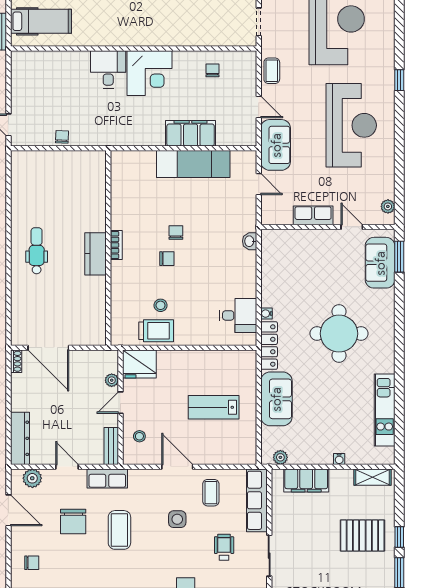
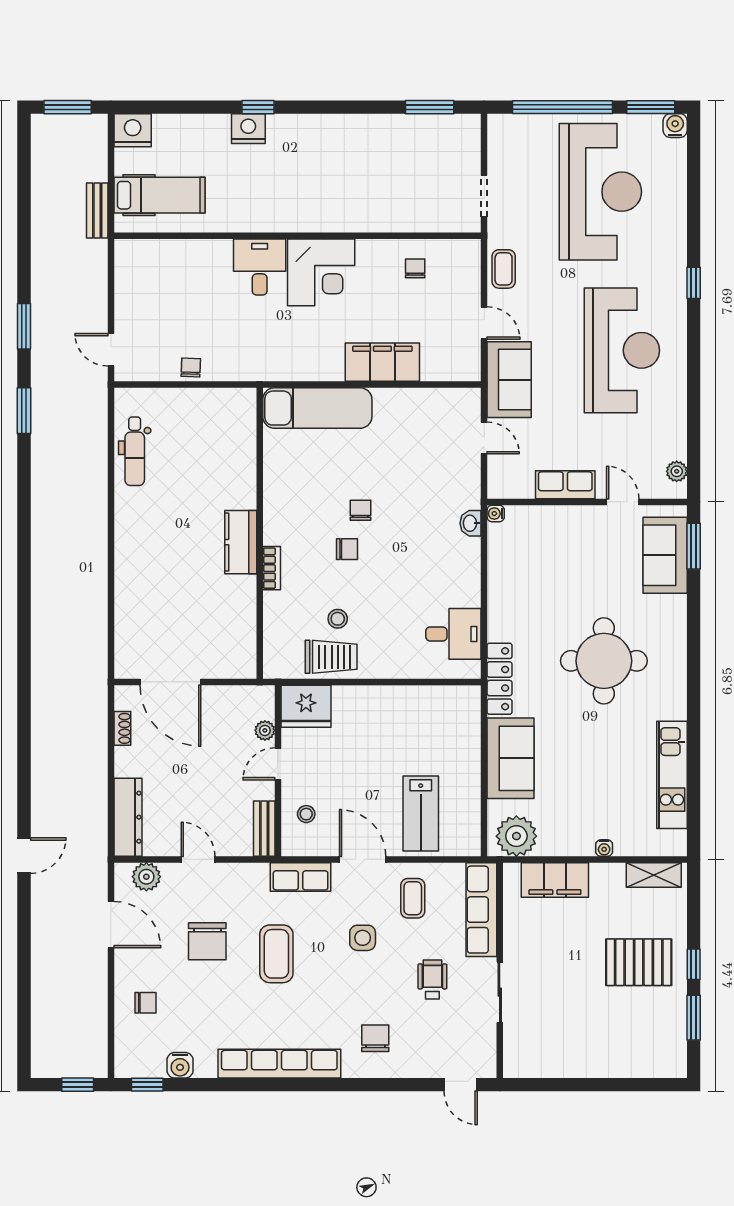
exam couch: (193, 164) -> (317, 408), moved
bookcase: (116, 245) -> (272, 568), moved
dental chair: (37, 251) -> (135, 451), moved, turned 180
water cooler: (266, 314) -> (496, 514), moved
shoe rack: (16, 361) -> (122, 728), moved
lab bench: (214, 407) -> (421, 813), moved, turned -90
plant: (280, 457) -> (516, 836), width x1.88, depth x1.88
row of seats: (107, 478) -> (301, 877), moved

